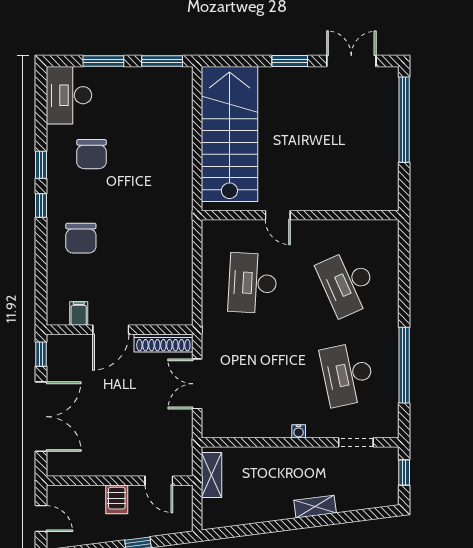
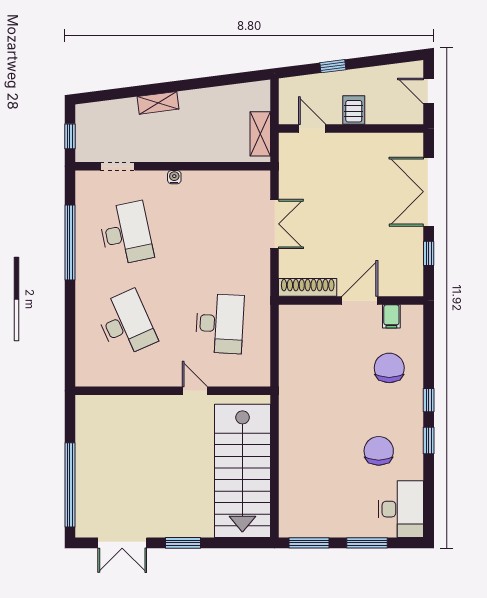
filing cabinet: (79, 314) -> (391, 316), moved
door: (111, 330) -> (360, 301), moved
wall: (120, 330) -> (351, 301), moved
shoe rack: (163, 343) -> (308, 287), moved

